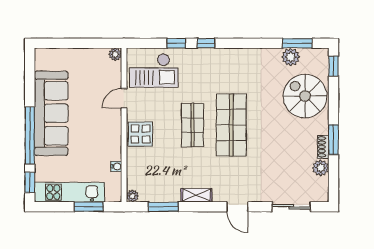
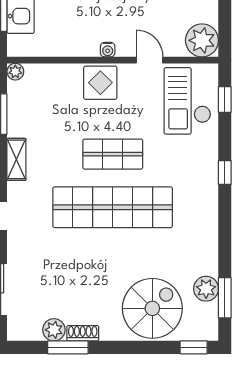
window: (176, 43) -> (225, 100), moved
plant: (115, 54) -> (202, 40), width x1.87, depth x1.87
shop shelf: (231, 125) -> (113, 207), width x1.40
window: (333, 140) -> (68, 347), moved
water cooler: (116, 166) -> (108, 50), moved

